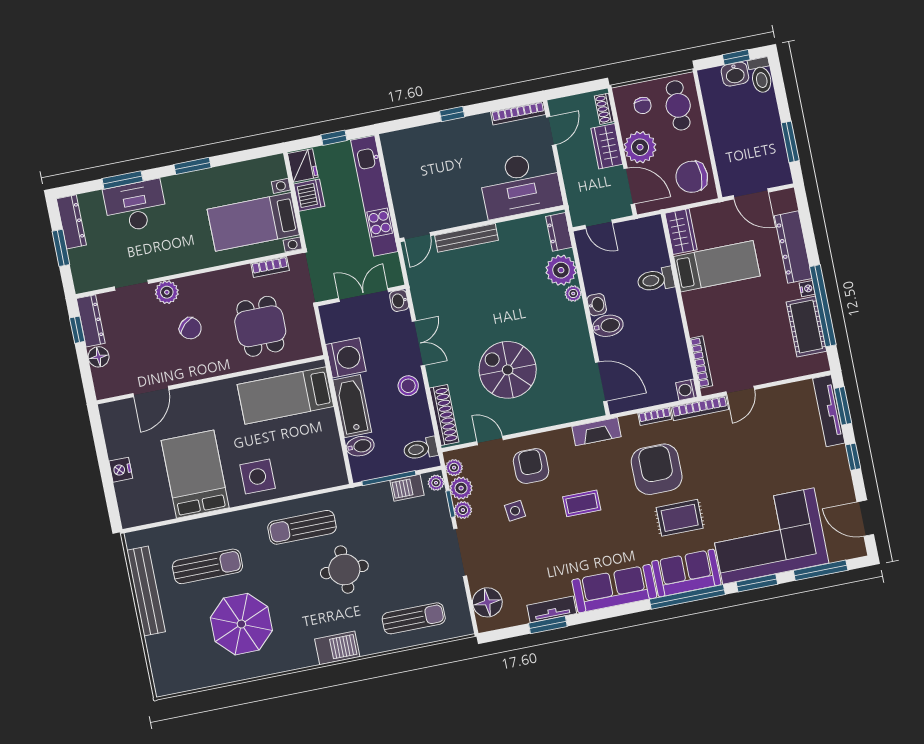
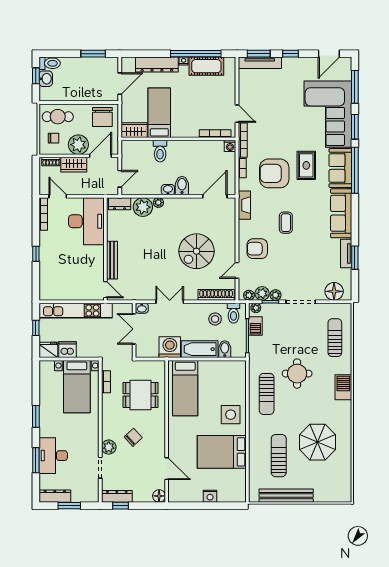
floor lamp: (99, 357) -> (159, 496), moved
stool: (408, 386) -> (215, 319), moved
side table: (515, 511) -> (282, 264), removed

